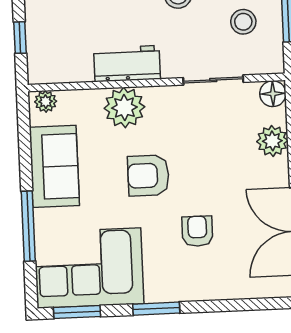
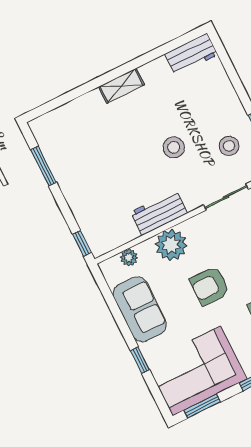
window: (20, 38) -> (82, 243), moved
plant: (46, 102) -> (129, 258), moved
window: (28, 226) -> (140, 360), width x0.46

